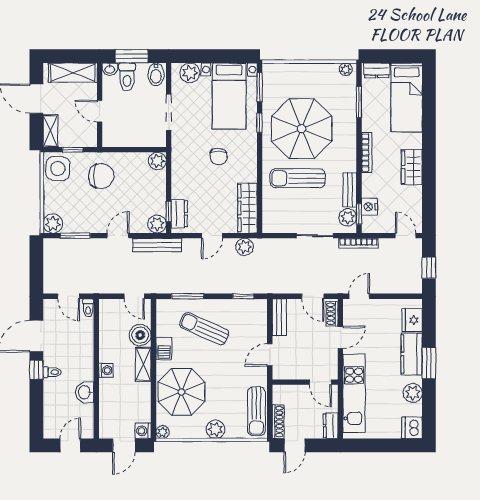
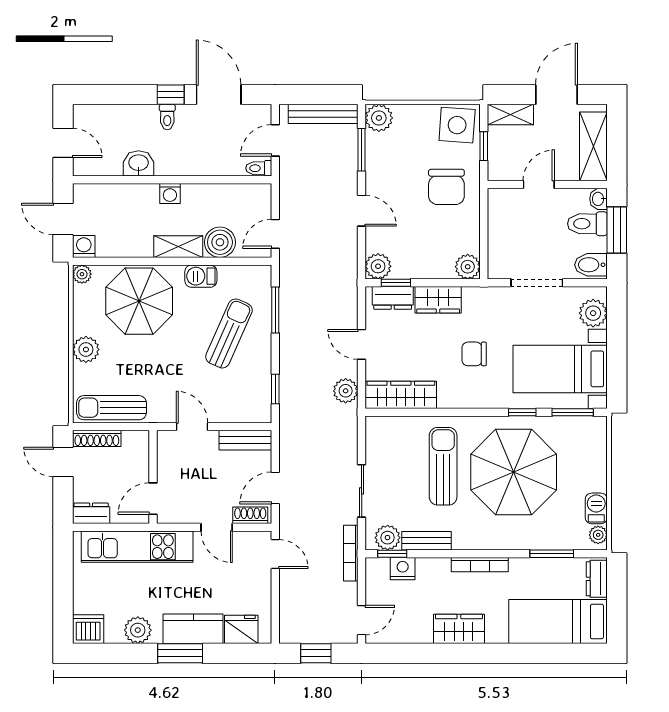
barbecue: (327, 71) -> (596, 508), added
wardrobe: (181, 182) -> (438, 300), added
bench: (157, 245) -> (323, 114), moved, turned 90

